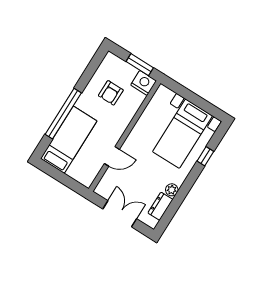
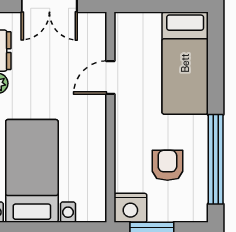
window: (63, 114) -> (216, 159), moved

